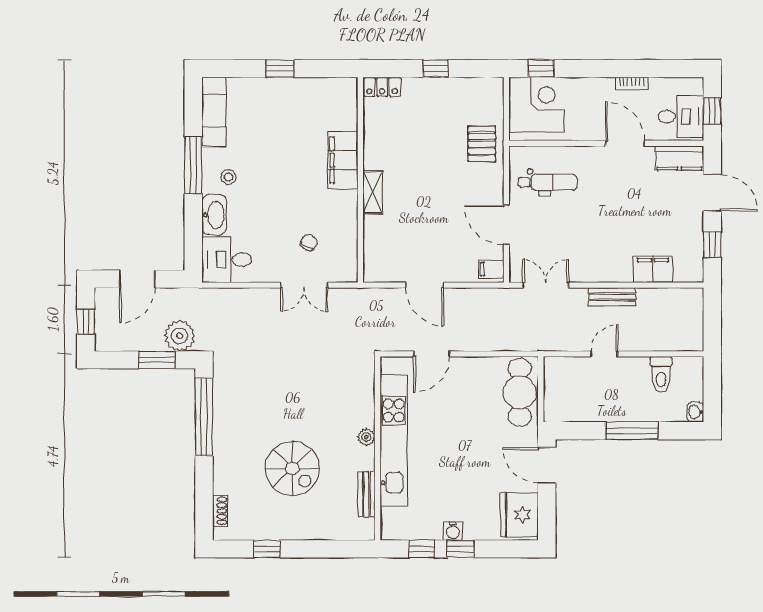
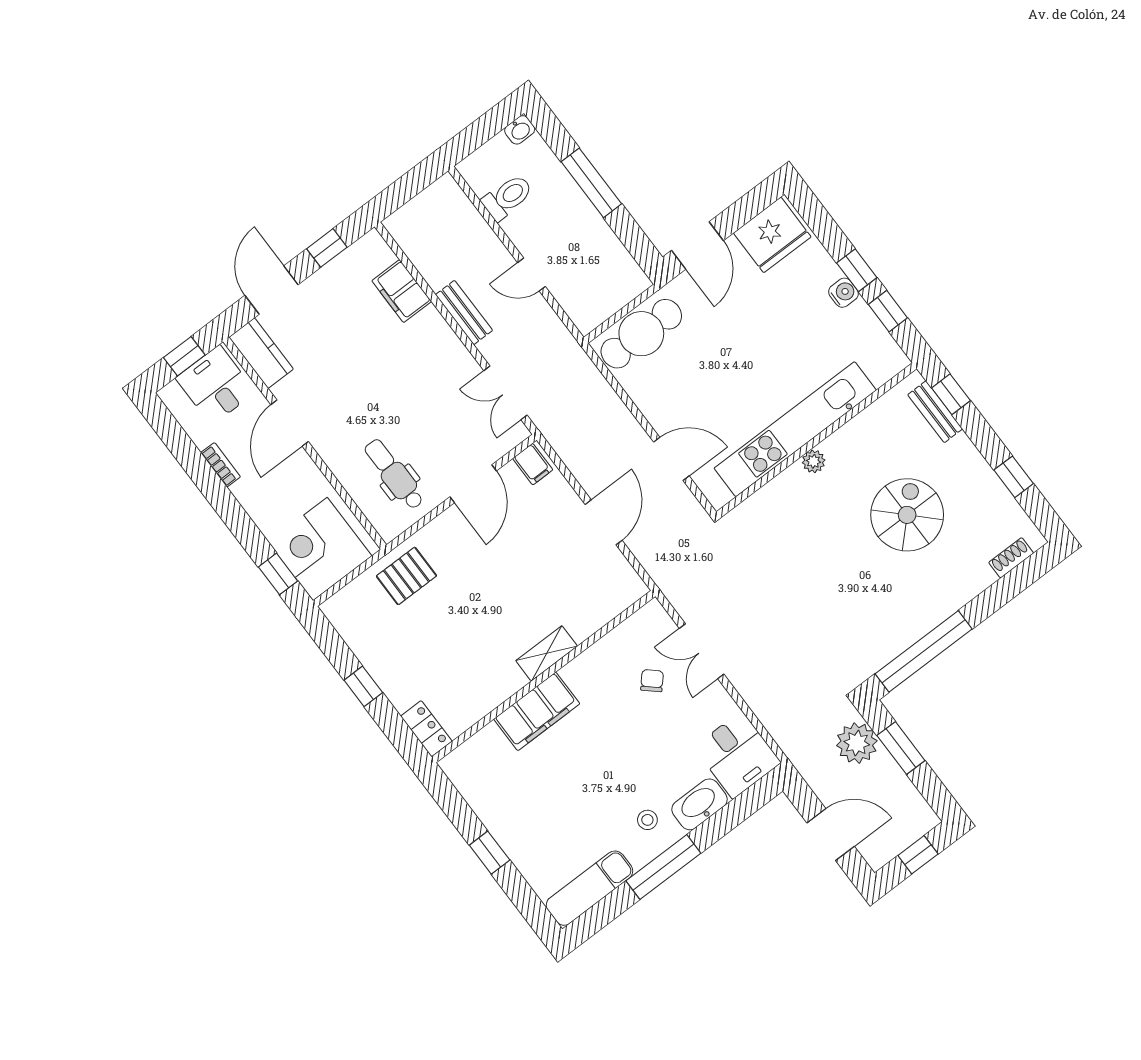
chair: (309, 242) -> (652, 681), turned 103
double door: (304, 285) -> (702, 651), swing flipped
bench: (366, 494) -> (935, 412), moved, turned 90
window: (344, 549) -> (951, 394), added

